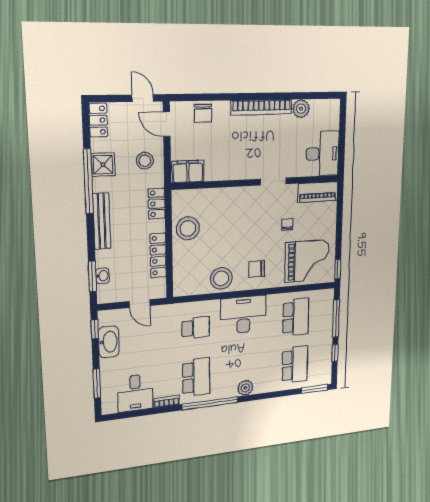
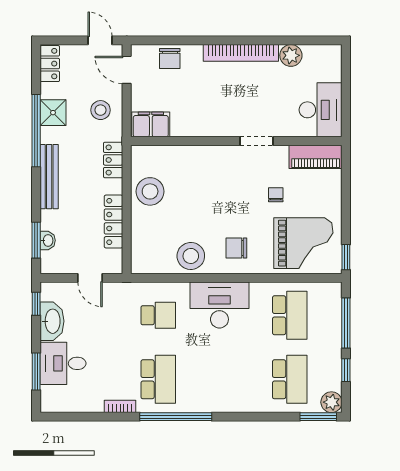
plant: (245, 388) -> (331, 402), moved
desk: (135, 393) -> (63, 363), moved, turned 90

